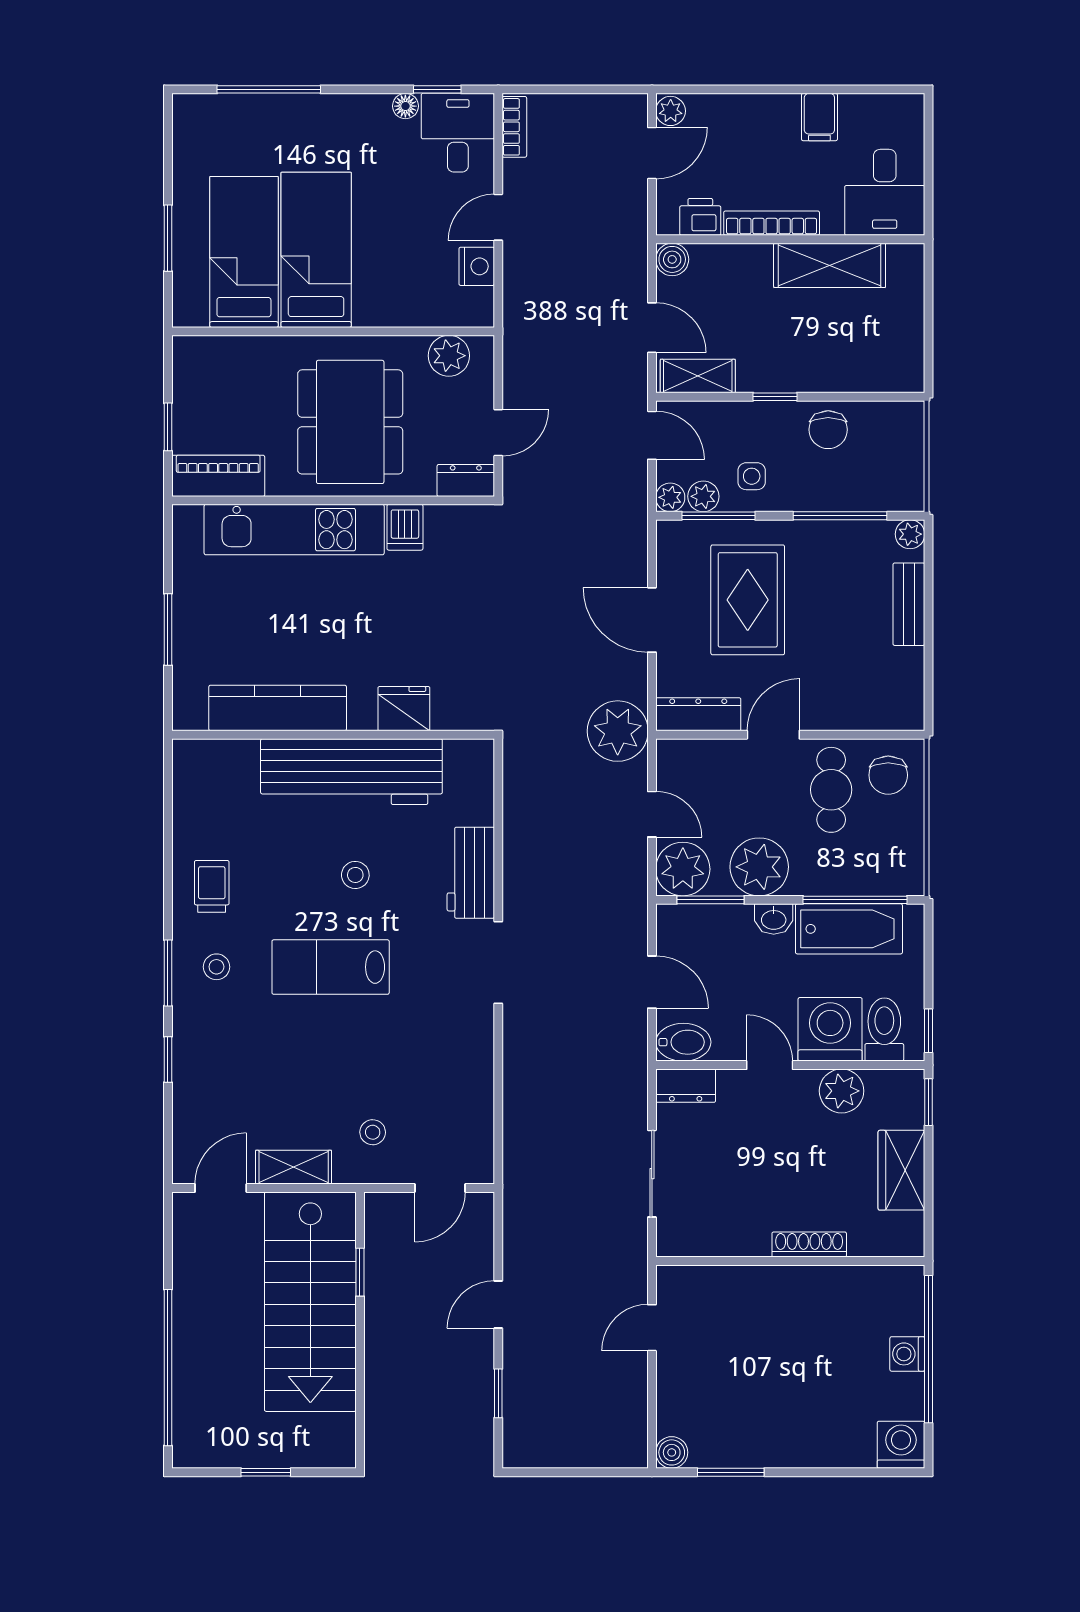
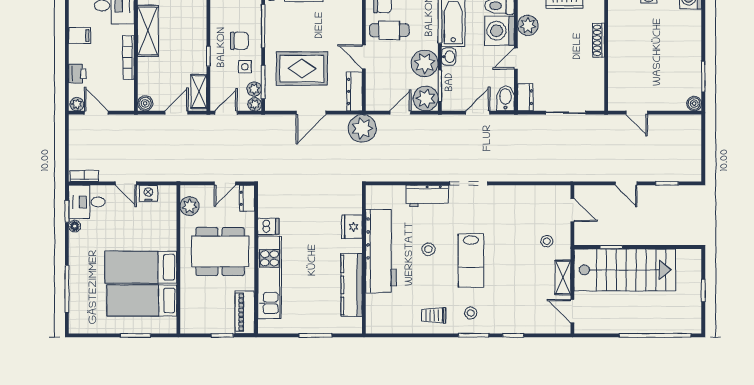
printer: (700, 217) -> (77, 74), moved, turned 180
chair: (828, 430) -> (239, 41), moved
door: (498, 433) -> (225, 183), swing flipped

